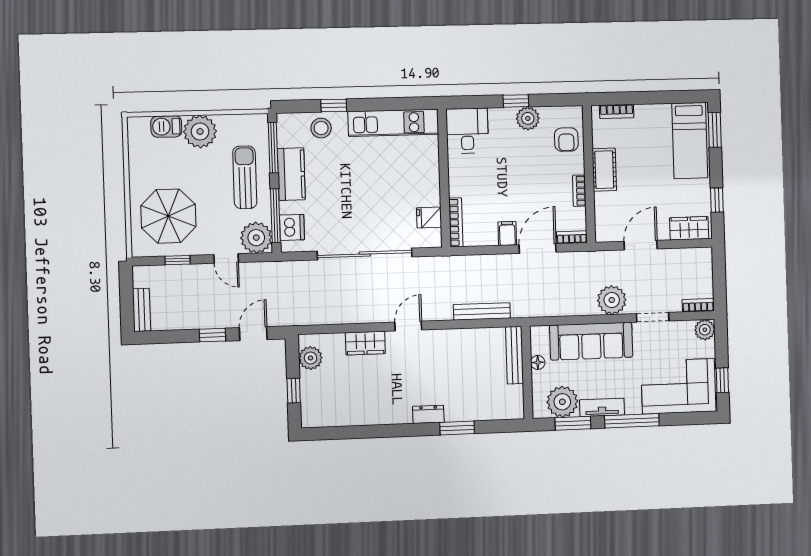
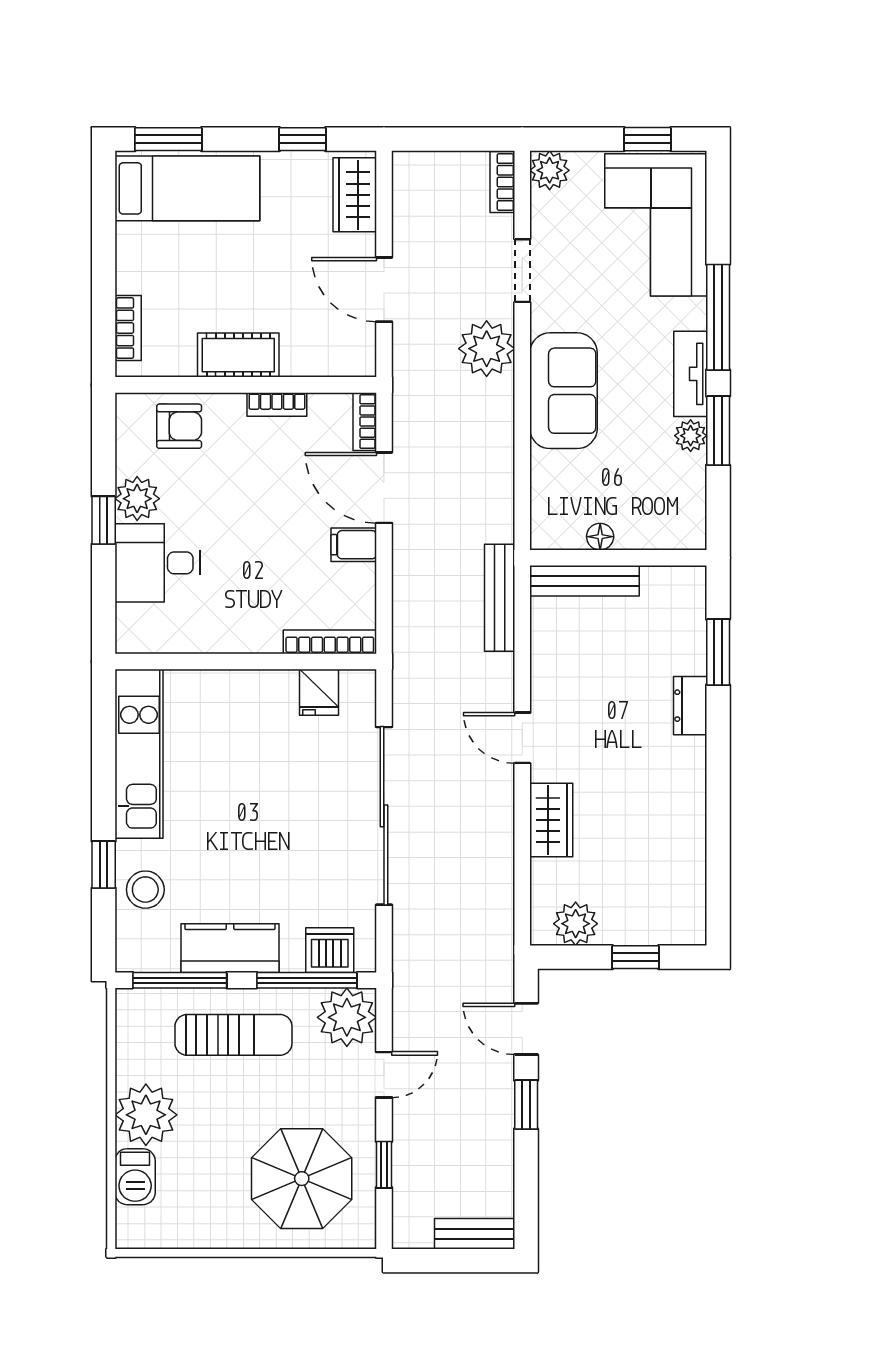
desk: (467, 131) -> (157, 563), moved
sun lounger: (245, 177) -> (233, 1035), turned 180
sofa: (591, 341) -> (563, 391), width x0.73
bench: (514, 355) -> (585, 581), moved
floor lamp: (538, 362) -> (600, 537), moved
wall: (527, 372) -> (618, 558), moved
plant: (562, 402) -> (691, 436), width x0.53, depth x0.53

